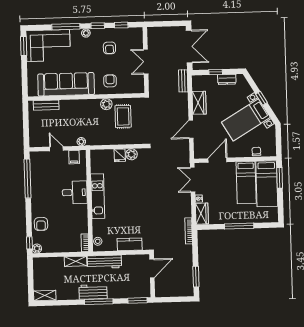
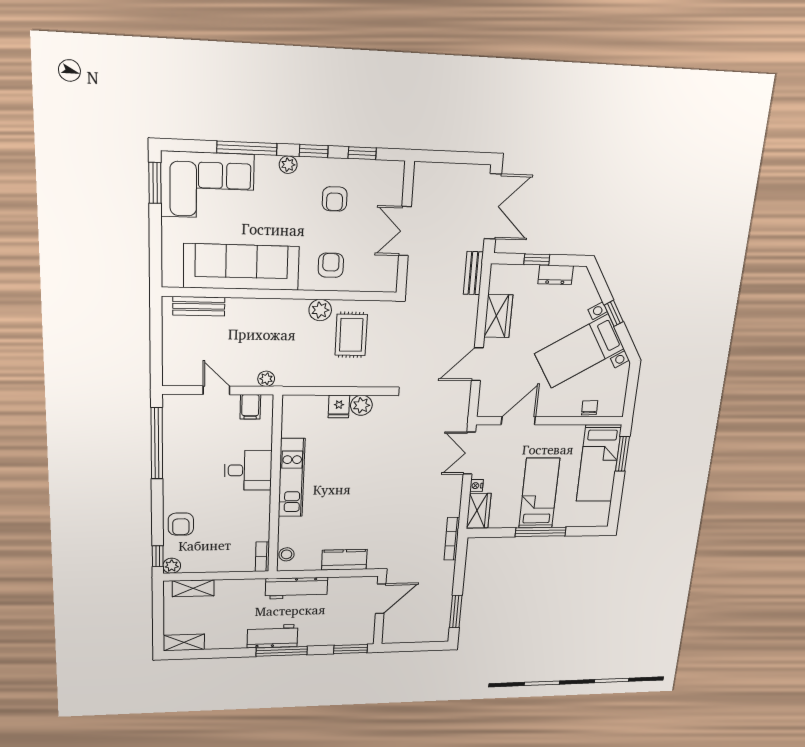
bed: (246, 183) -> (539, 493), moved, turned 180
shelving: (76, 261) -> (193, 588), moved

